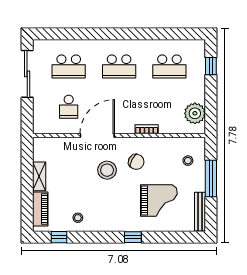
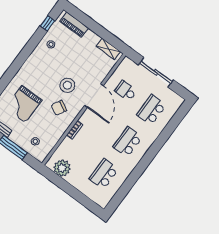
window: (211, 66) -> (84, 201), removed
sliding door: (27, 74) -> (156, 72), moved
shelving: (39, 176) -> (108, 49), moved
window: (133, 237) -> (13, 70), removed

